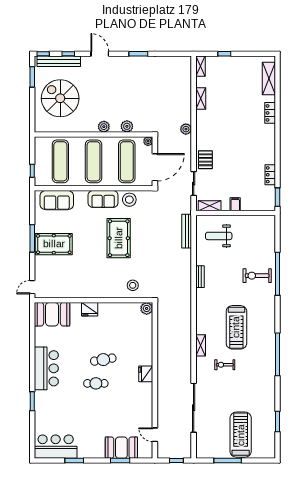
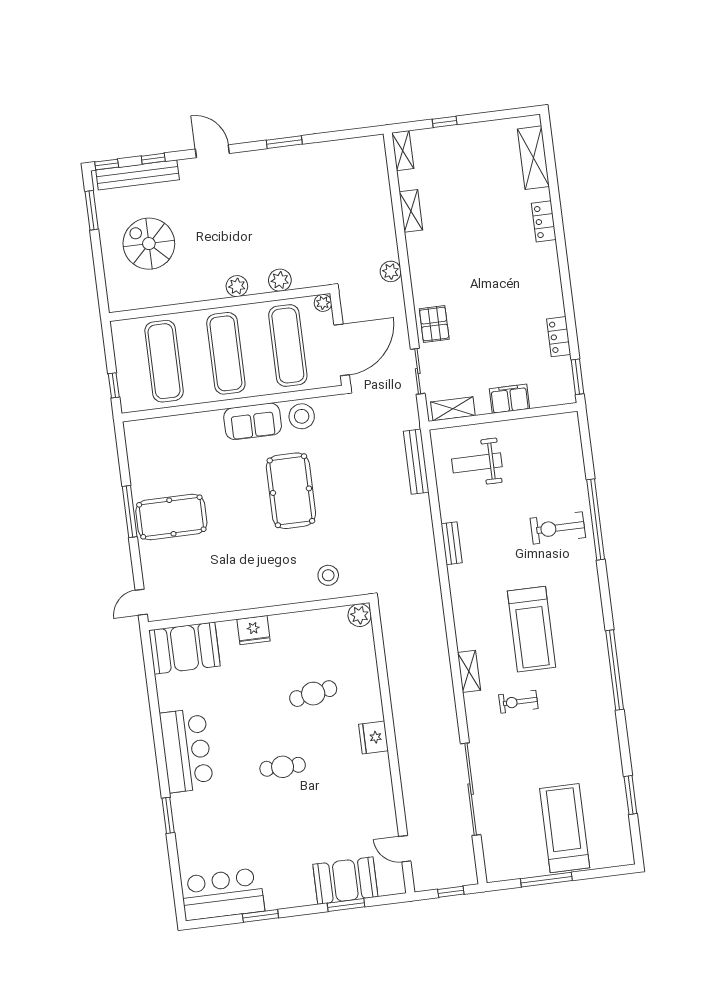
spiral stairs: (60, 98) -> (149, 244), width x0.73, depth x0.73
sofa: (57, 200) -> (166, 434), removed
filing cabinet: (235, 204) -> (509, 399), width x2.00
cafe table: (103, 360) -> (313, 694), moved

